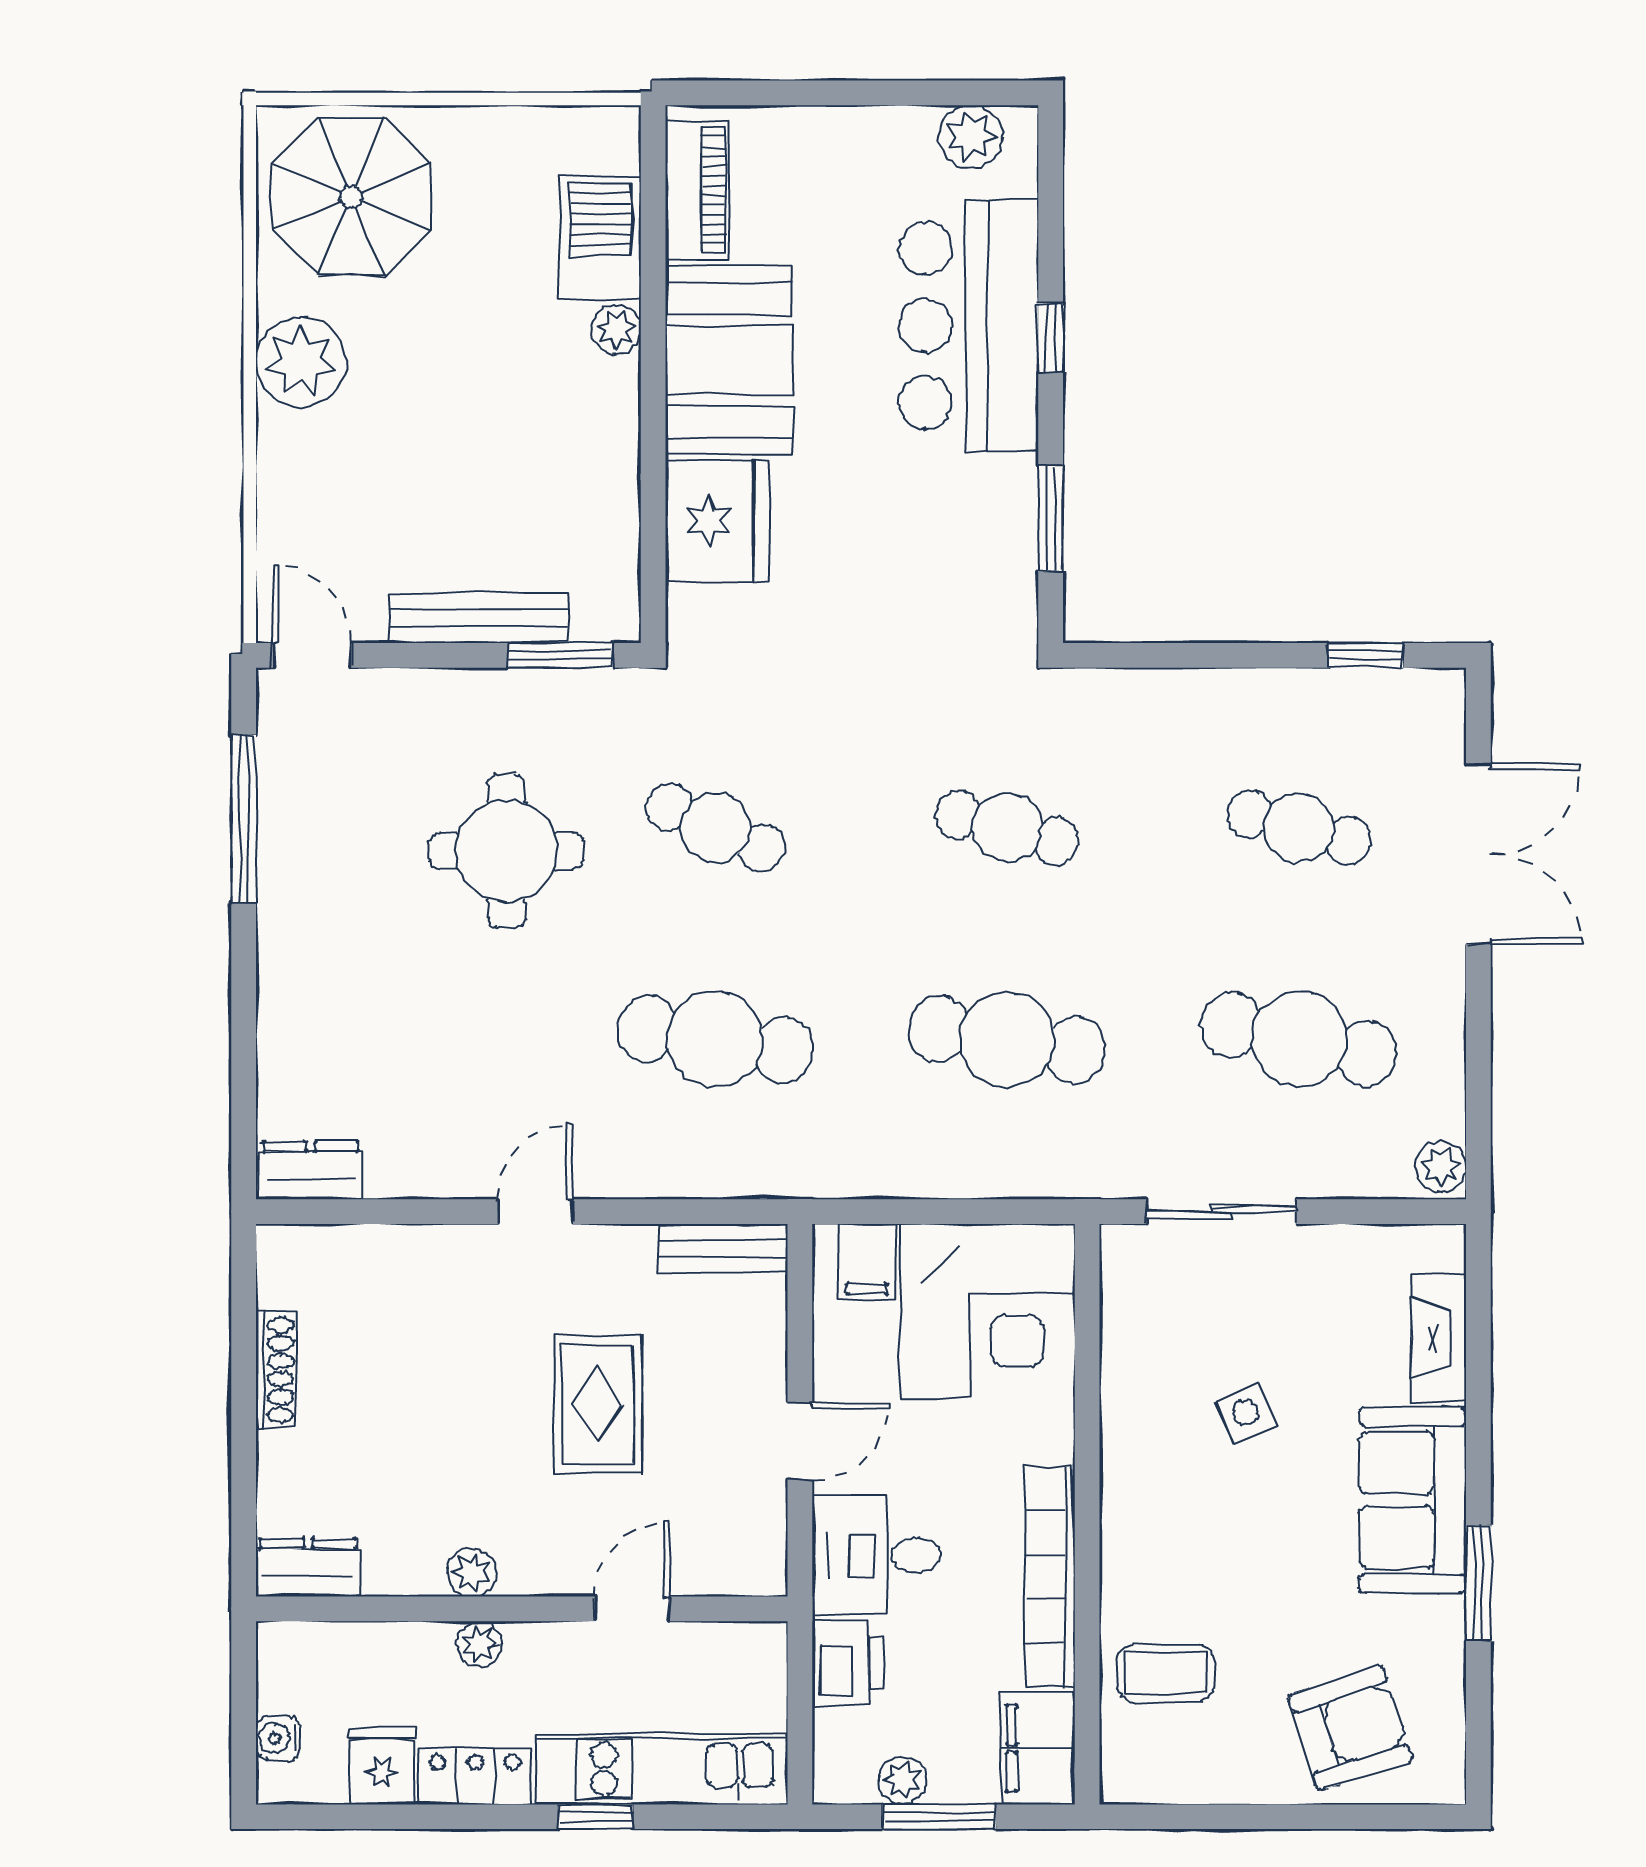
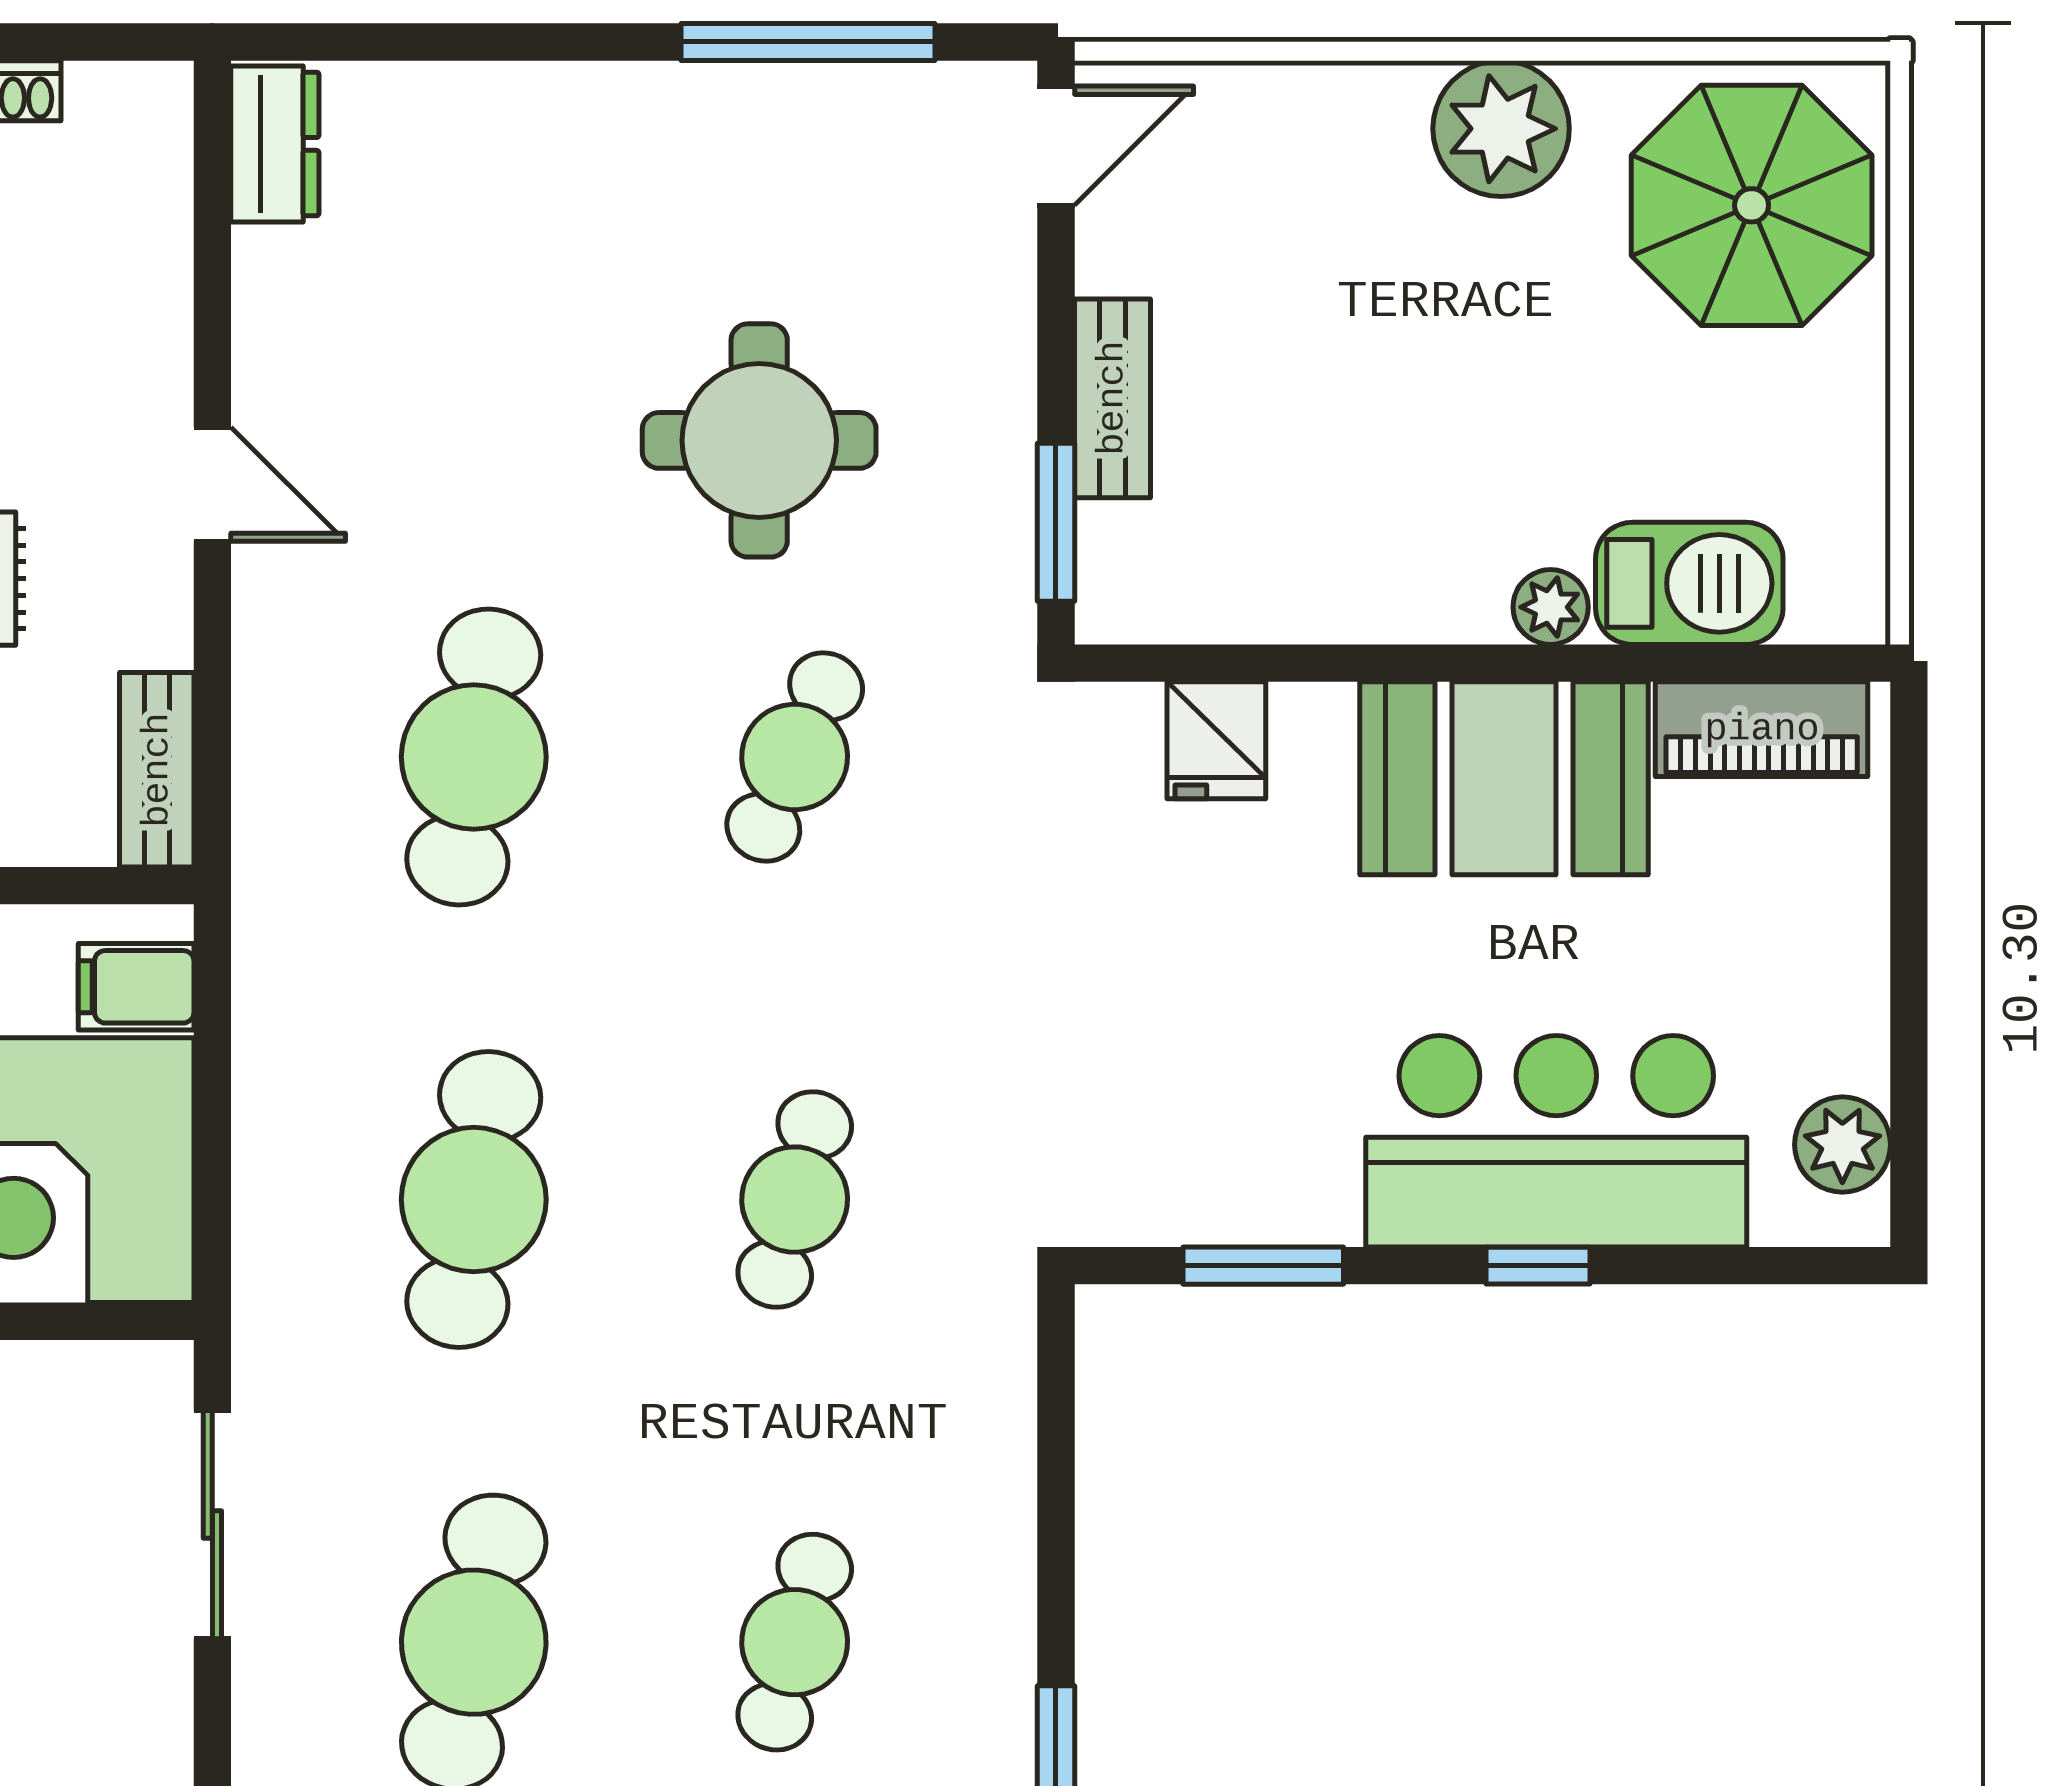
fridge: (717, 521) -> (1216, 740), width x0.53, depth x0.75
bench: (479, 618) -> (1112, 398), width x0.73

